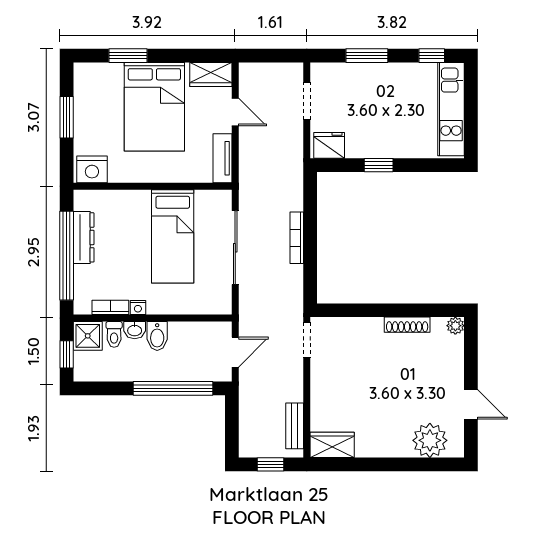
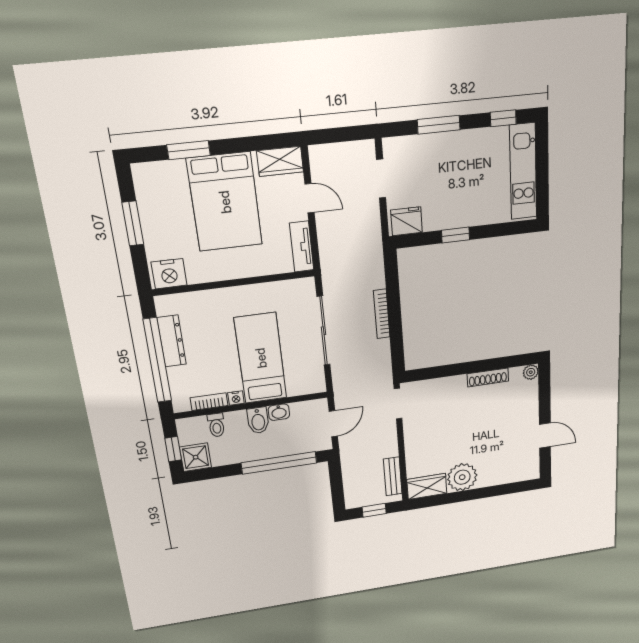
bed: (173, 236) -> (261, 358), moved, turned 180
washbasin: (135, 330) -> (279, 412), moved
shower: (88, 336) -> (196, 457), moved
plant: (430, 440) -> (462, 477), moved

